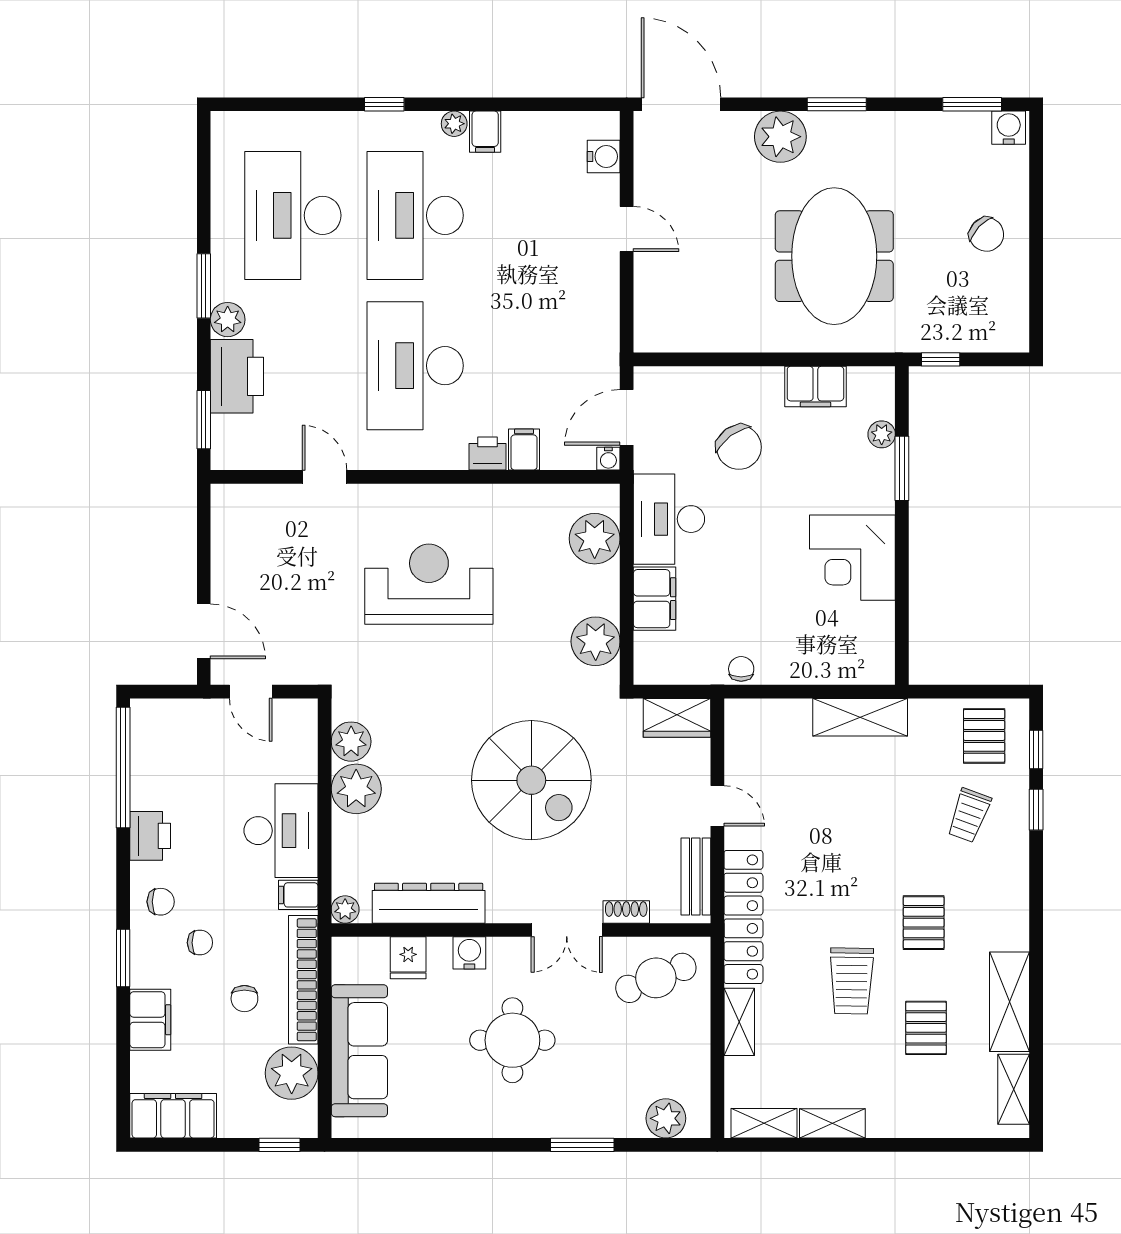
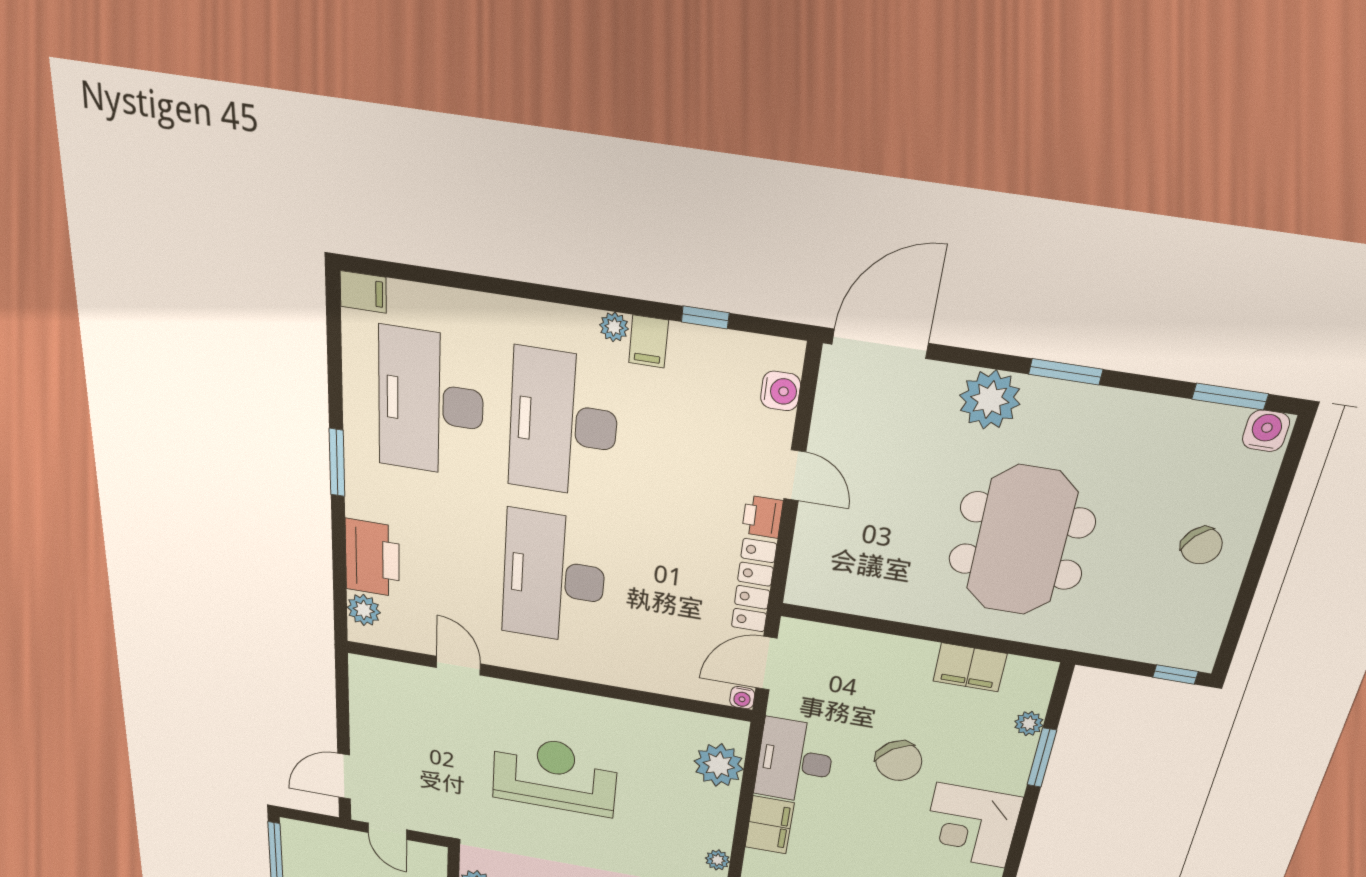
window: (384, 104) -> (705, 317), moved
door: (681, 104) -> (880, 344), hinge flipped
plant: (228, 320) -> (364, 610), moved
locker: (604, 340) -> (754, 586), added
window: (941, 359) -> (1175, 674), moved
window: (204, 420) -> (340, 594), removed
chair: (739, 447) -> (899, 761), moved
filing cabinet: (524, 450) -> (363, 292), moved, turned 90
printer: (488, 453) -> (762, 517), moved, turned -90
door: (204, 631) -> (344, 776), swing flipped
plant: (596, 641) -> (718, 860), width x0.53, depth x0.53

